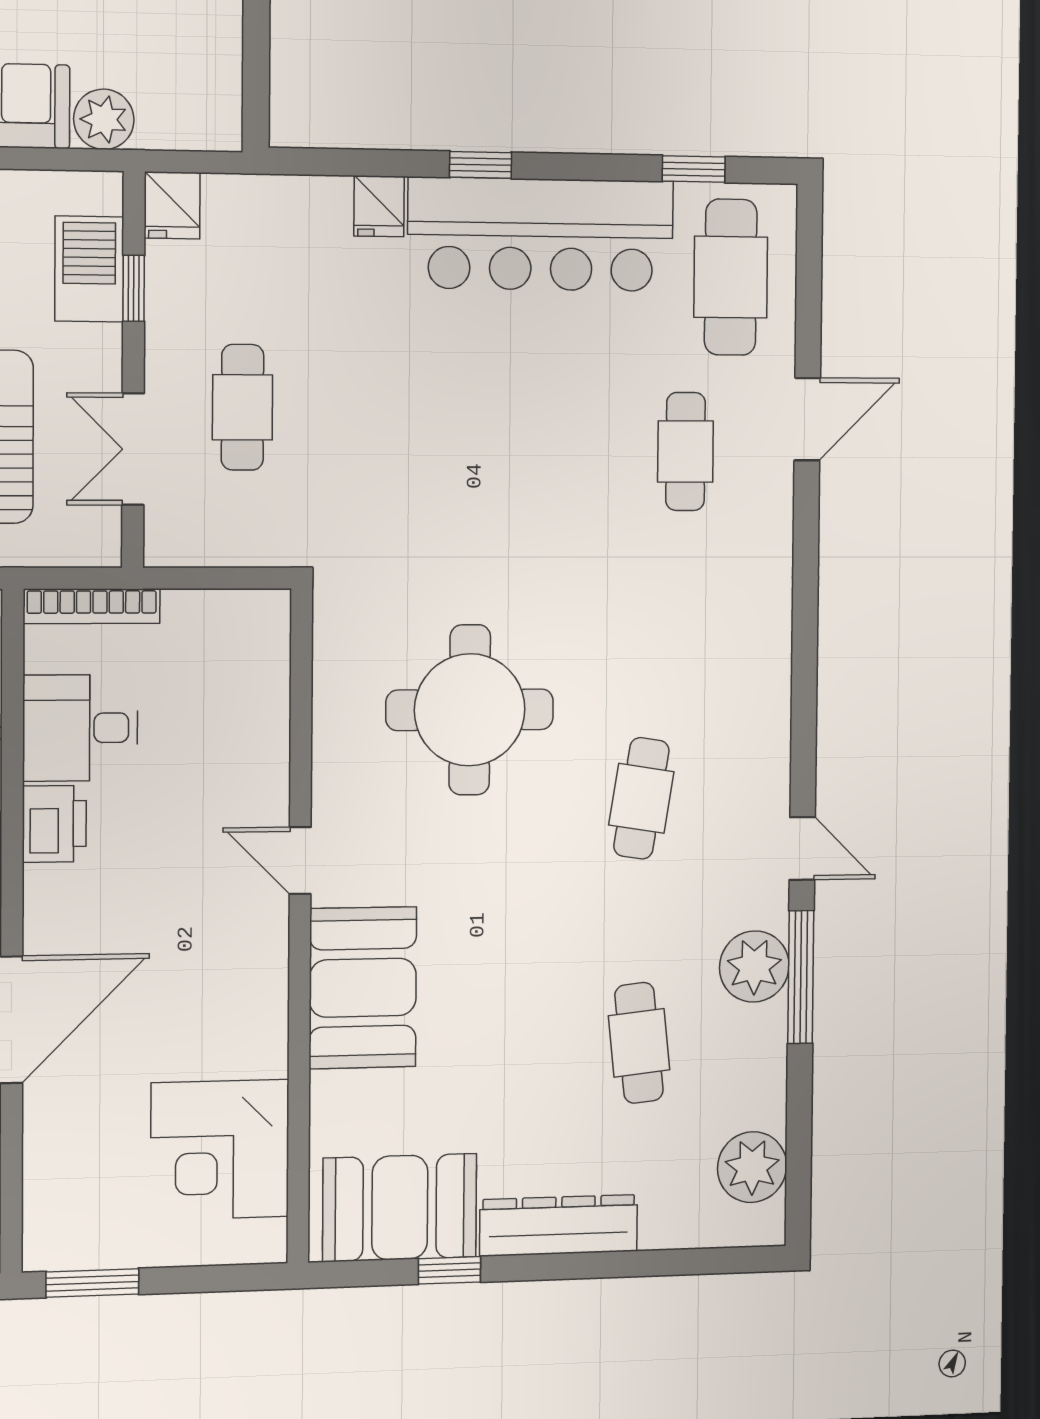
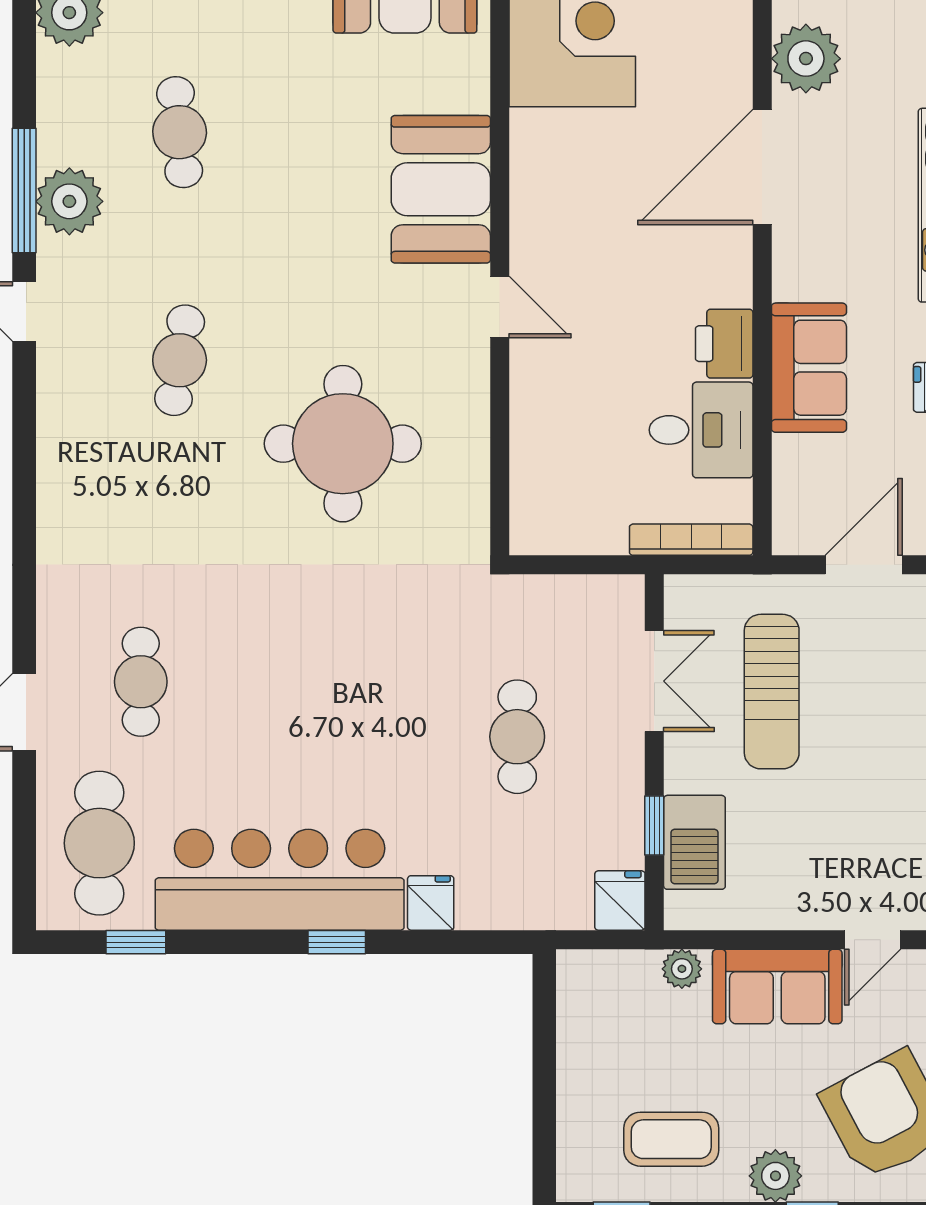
plant: (104, 119) -> (682, 969), width x0.73, depth x0.73
cafe table: (242, 407) -> (517, 737), moved

